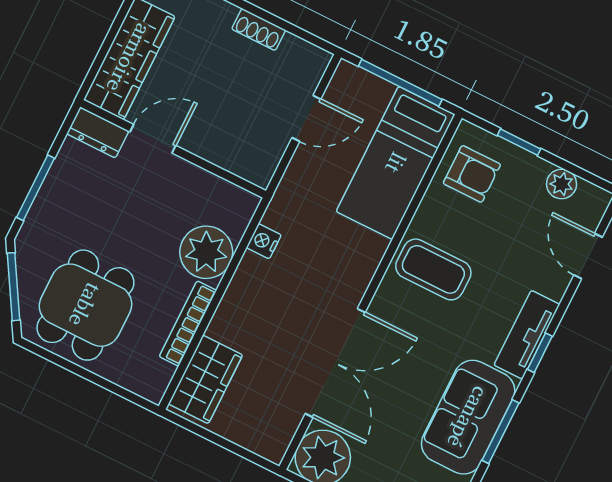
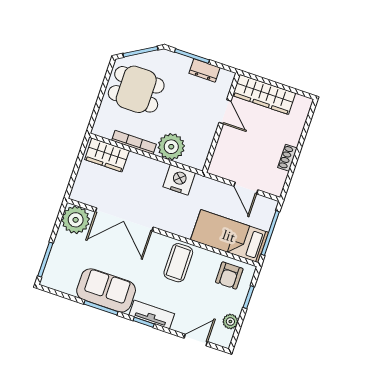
dresser: (98, 132) -> (204, 70), moved, turned -90
nightstand: (264, 241) -> (179, 180), width x1.89, depth x1.79

